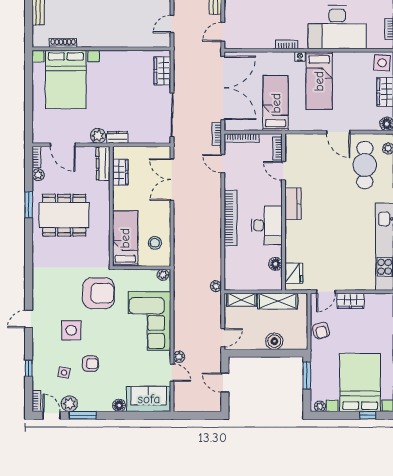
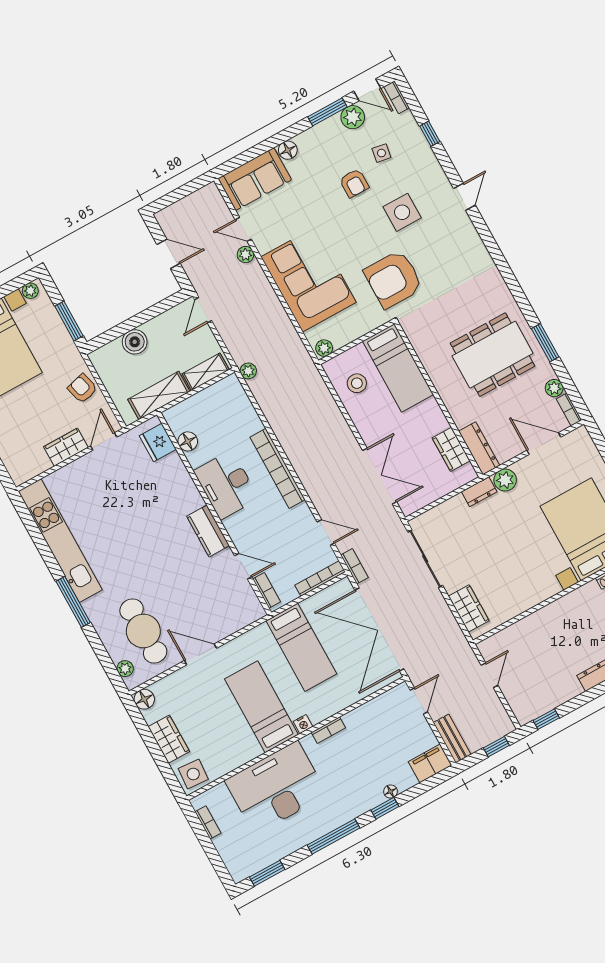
armchair: (90, 364) -> (354, 183), turned -90

